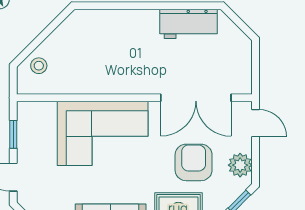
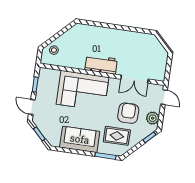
workbench: (189, 24) -> (101, 64), moved, turned 180
double door: (196, 98) -> (134, 79), width x0.73

